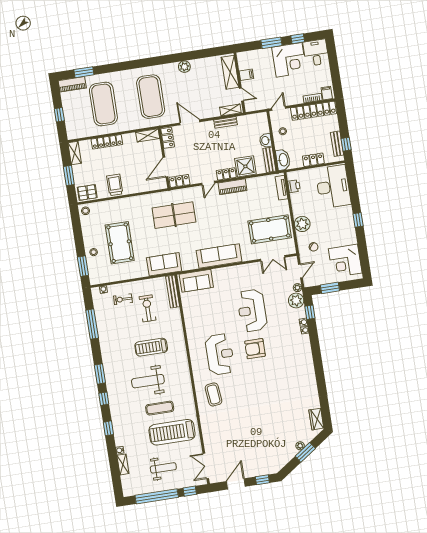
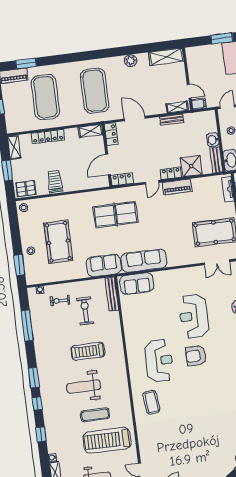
shelving: (230, 72) -> (166, 57), moved, turned 90
filing cabinet: (246, 75) -> (199, 104), moved
sofa: (219, 256) -> (144, 261), moved

